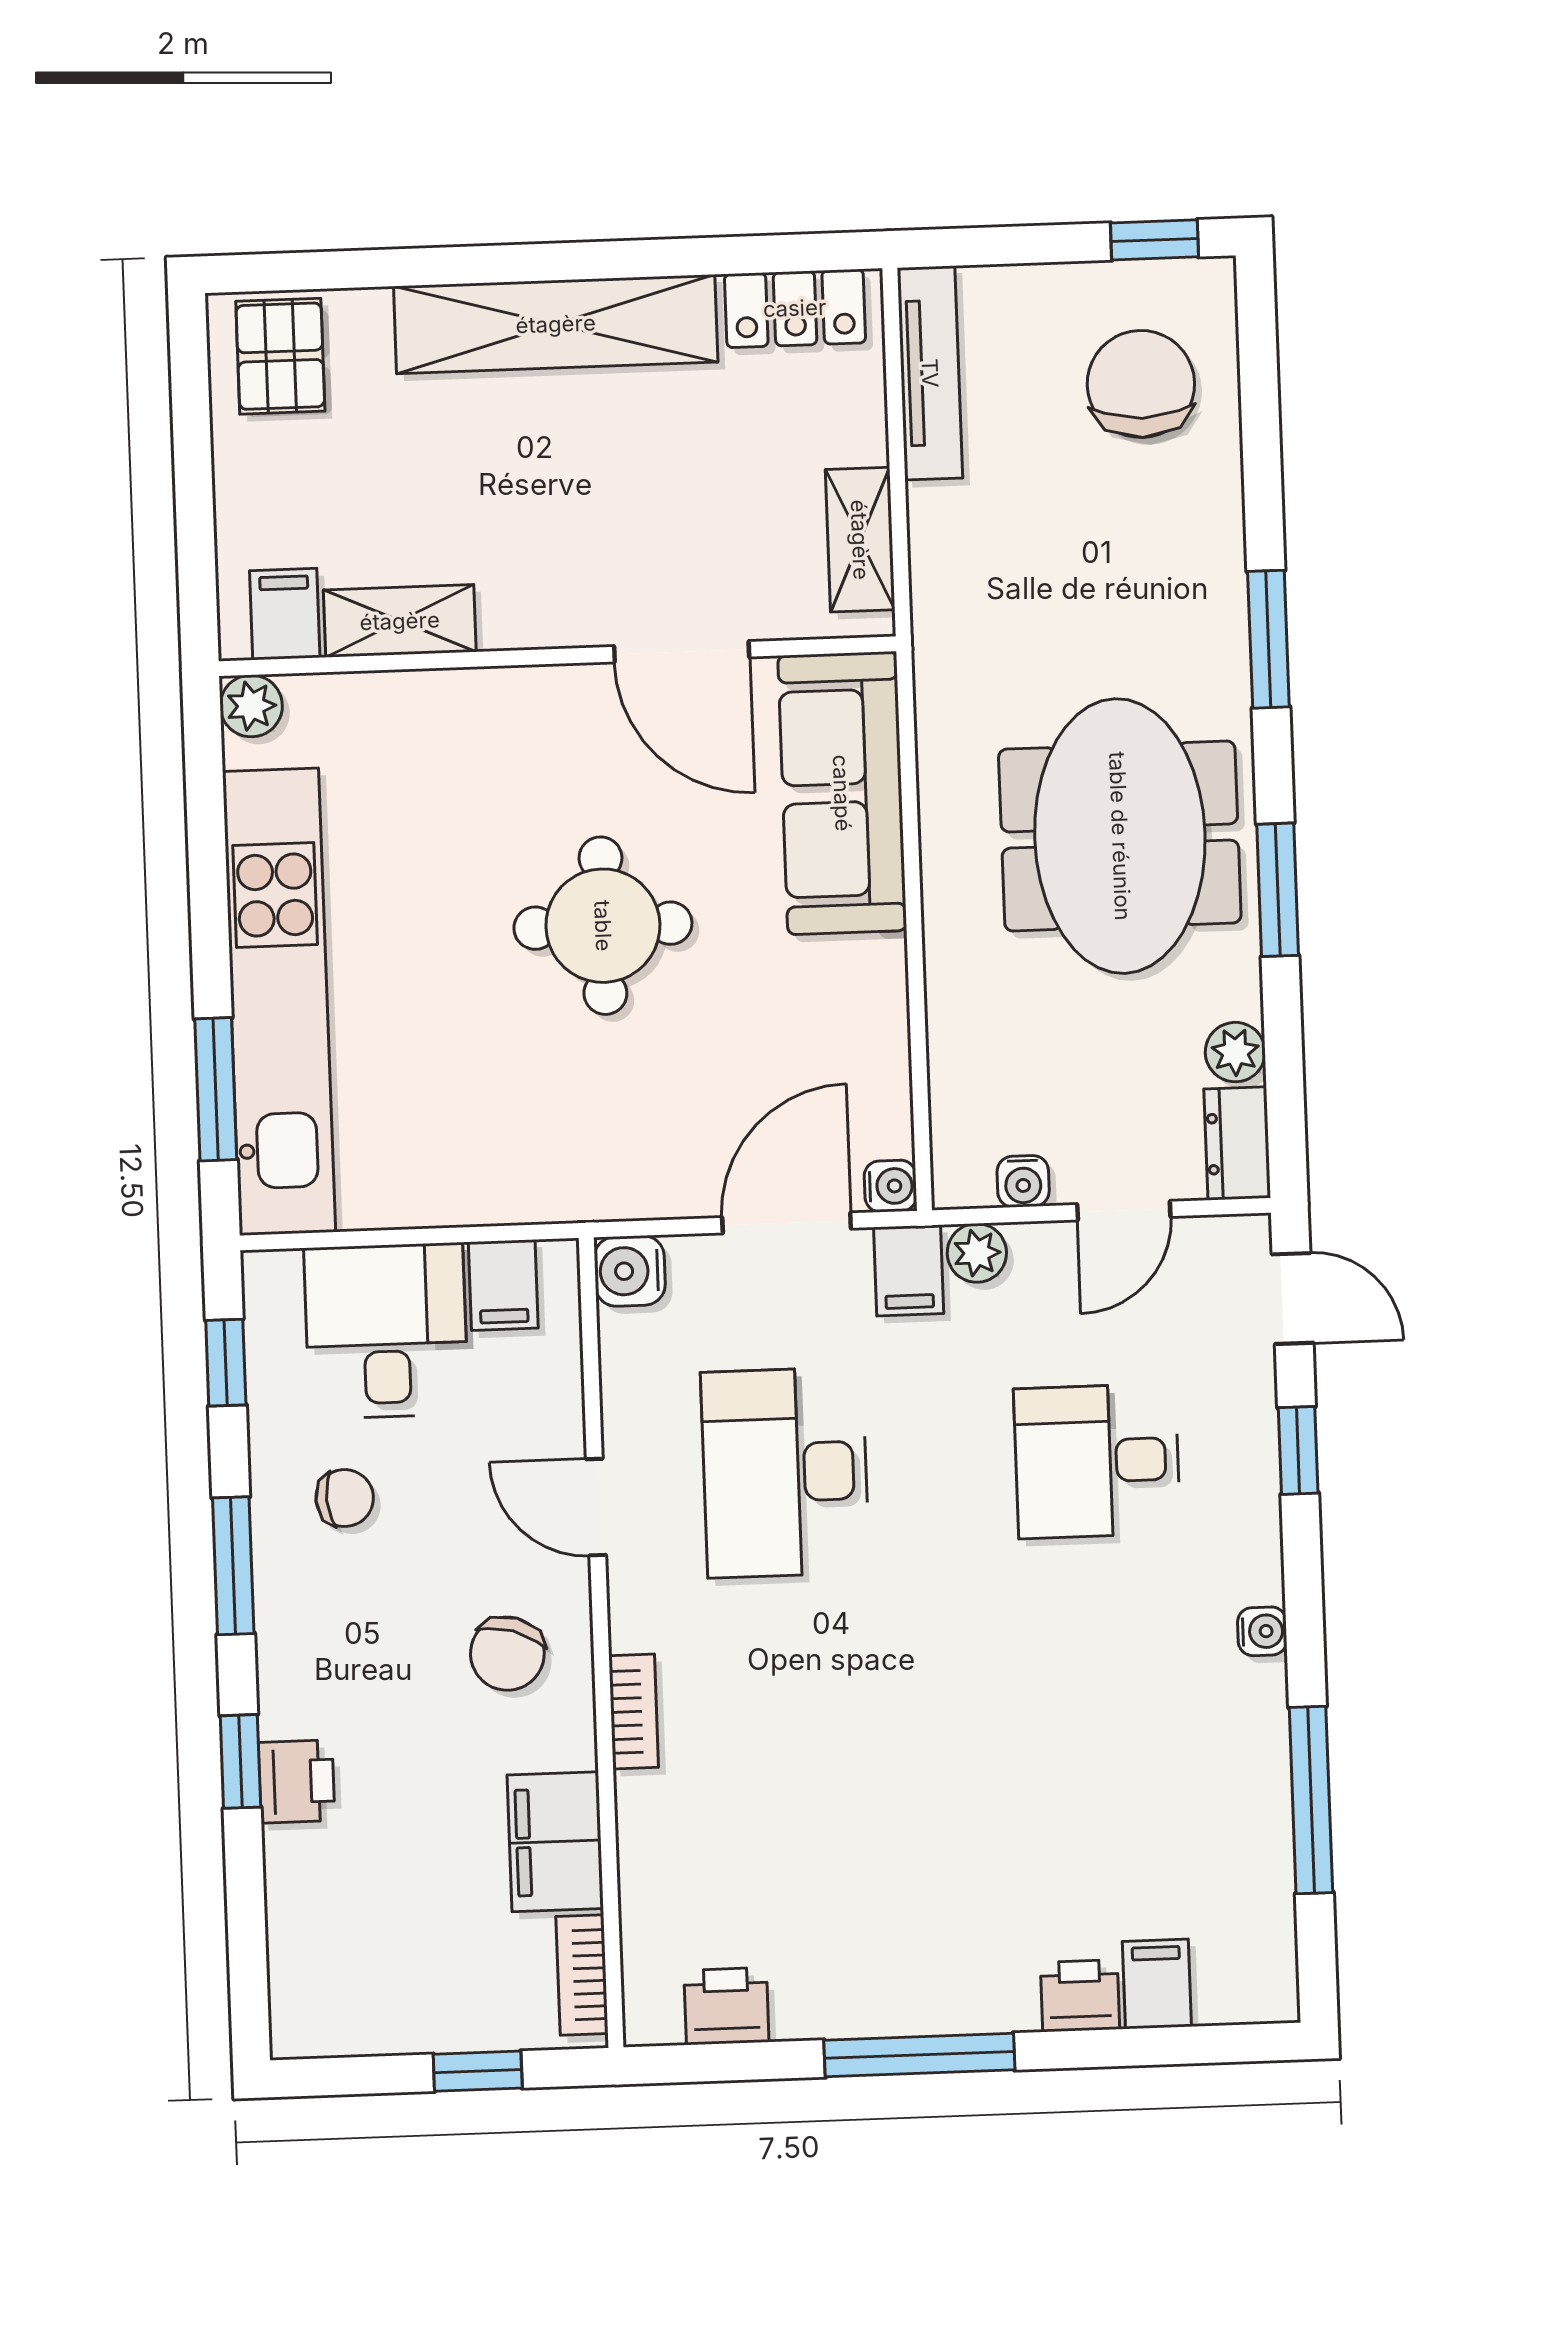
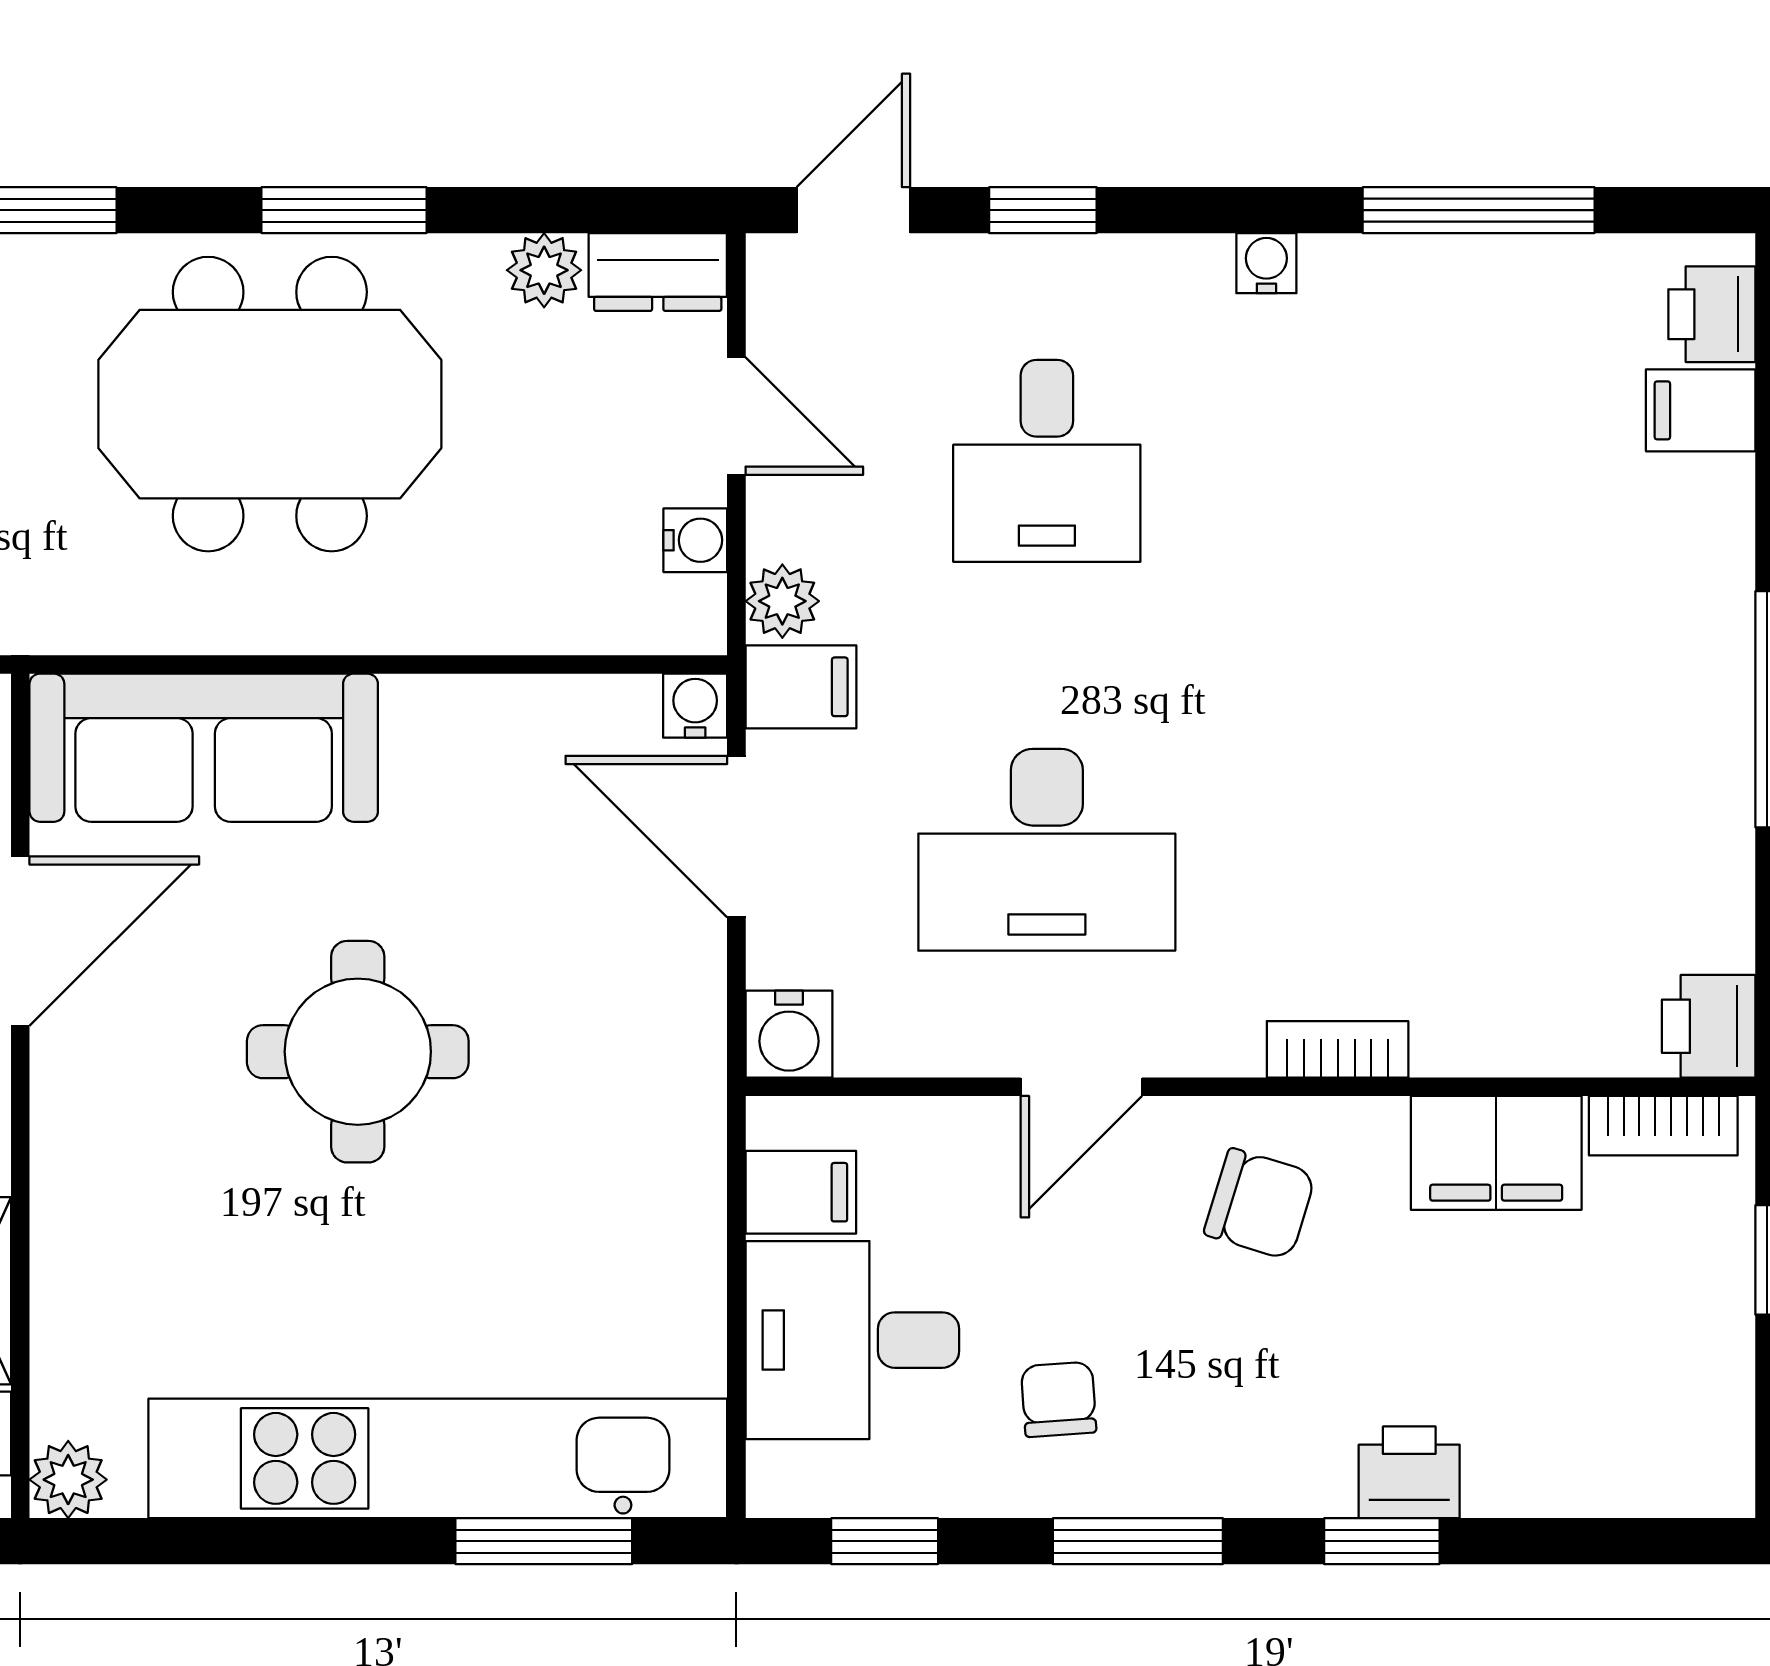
printer: (1080, 1996) -> (1712, 314), moved
printer: (726, 2006) -> (1709, 1026), moved

